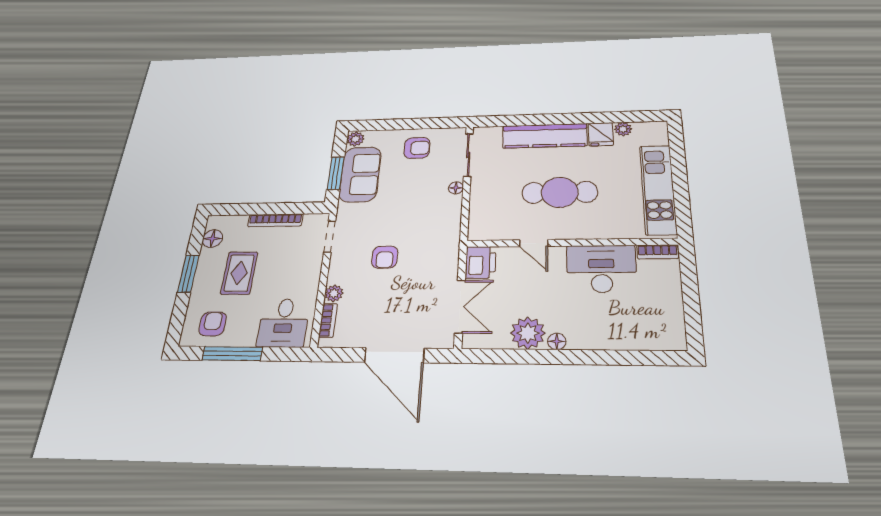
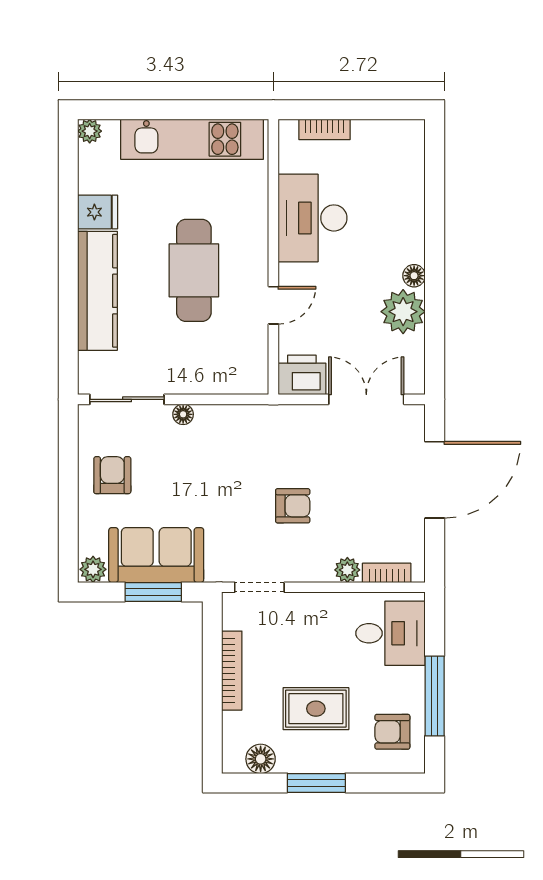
plant: (623, 129) -> (90, 131), moved
bookcase: (657, 252) -> (325, 129), moved, turned 90

